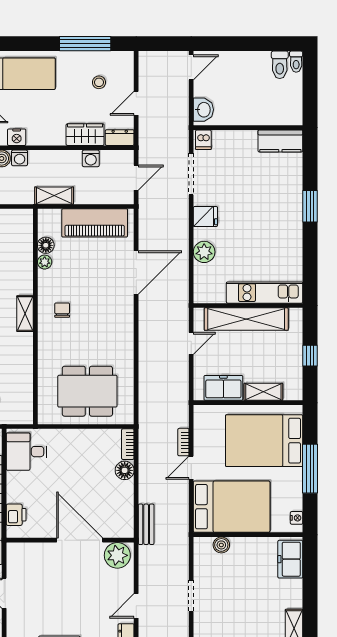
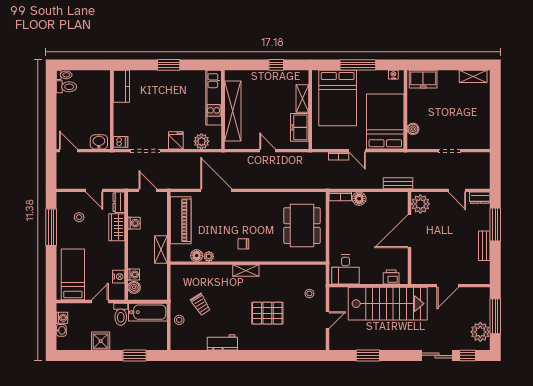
kitchen unit: (265, 293) -> (214, 98), moved
wall: (248, 305) -> (223, 110), moved
shelving: (246, 319) -> (233, 111), moved

